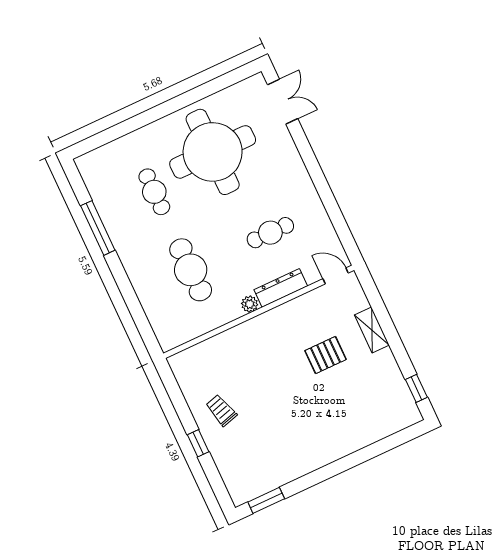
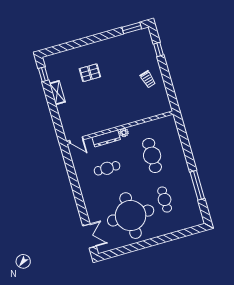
double door: (283, 102) -> (90, 236), swing flipped
shelving: (372, 330) -> (57, 93), moved
pallet: (325, 355) -> (90, 73), moved
window: (198, 443) -> (159, 49), moved

